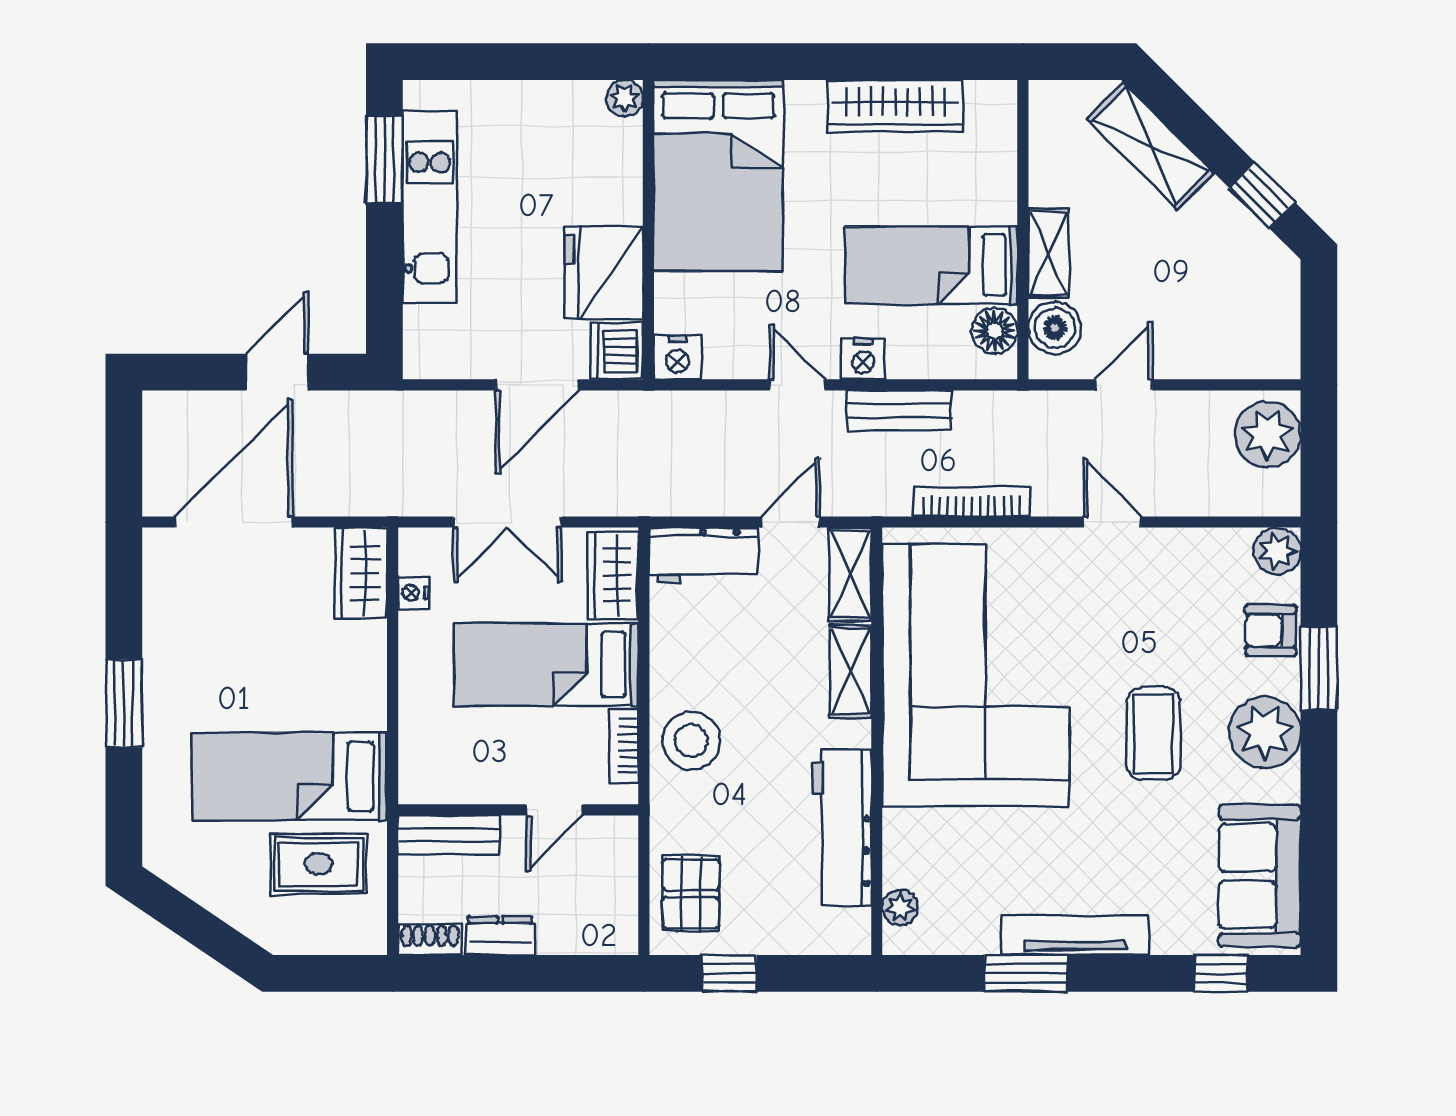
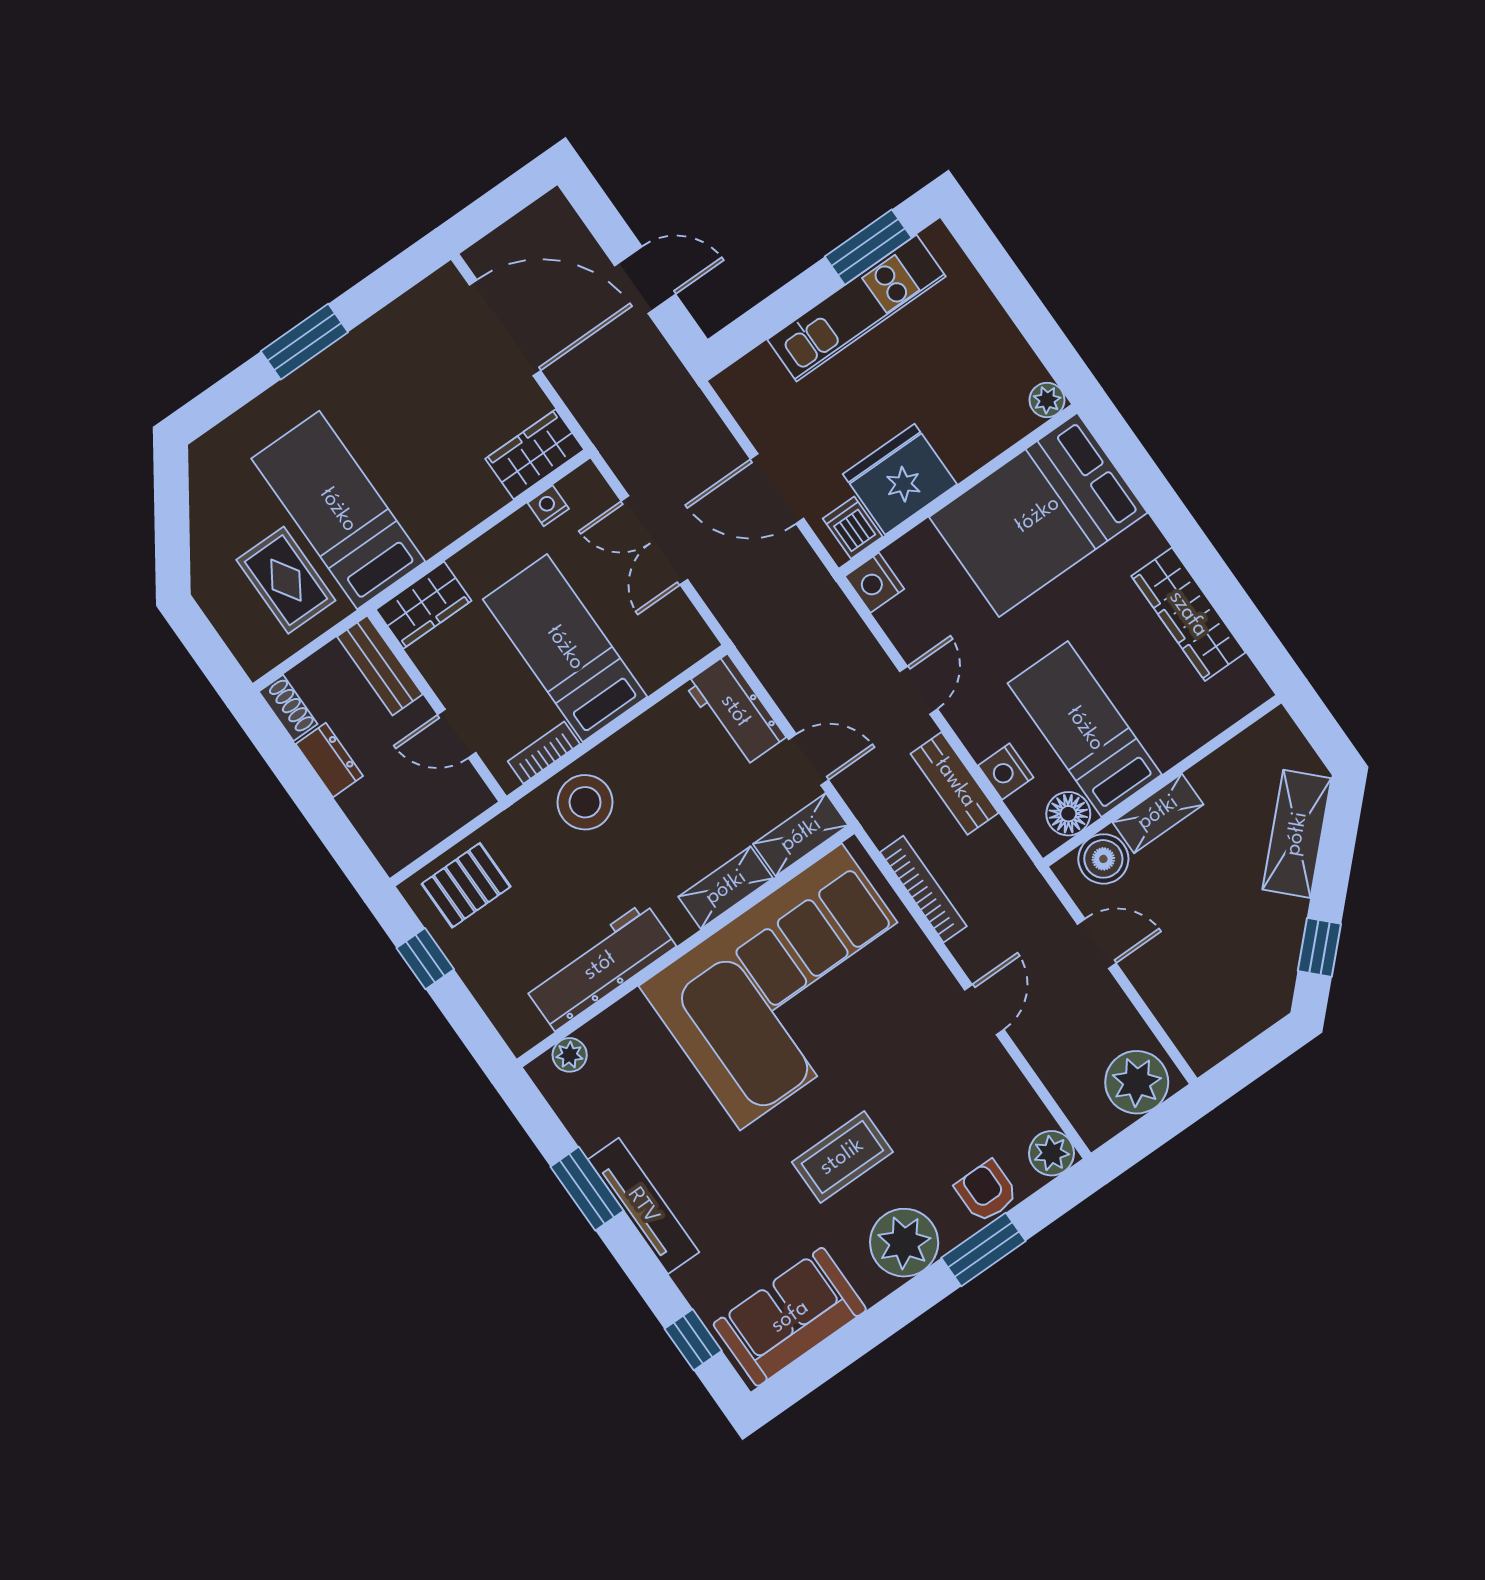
dishwasher: (617, 351) -> (853, 528), width x0.73
nightstand: (863, 359) -> (1006, 771), moved
wardrobe: (613, 576) -> (424, 605), moved, turned 180

